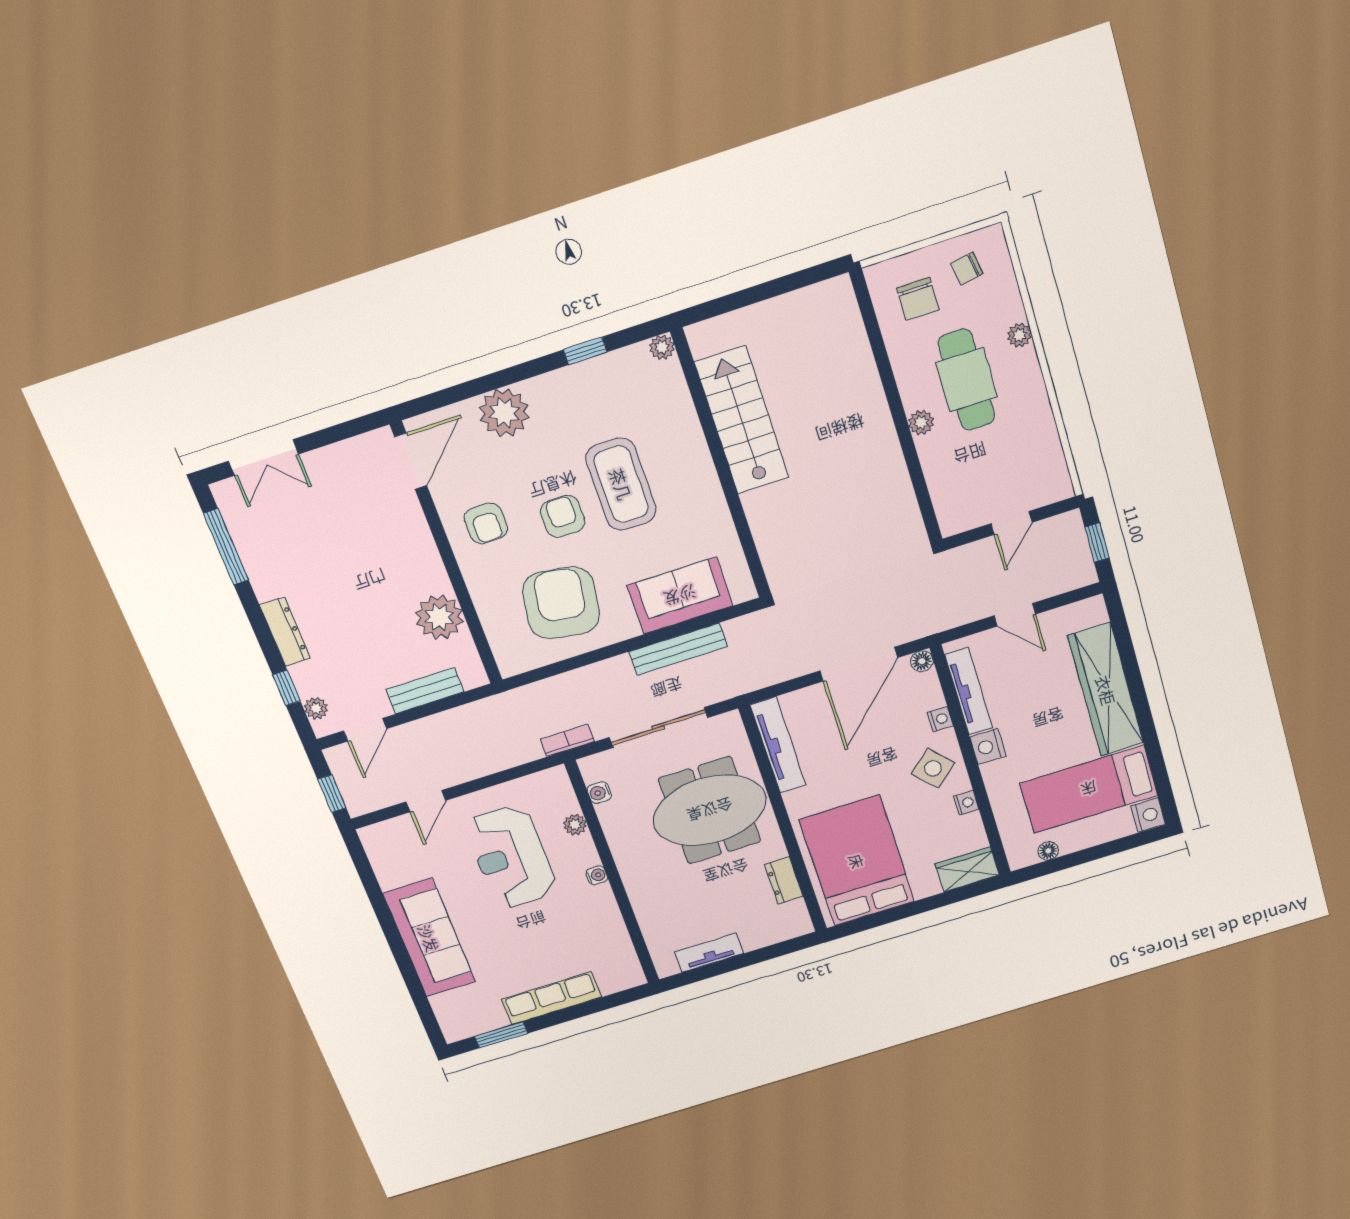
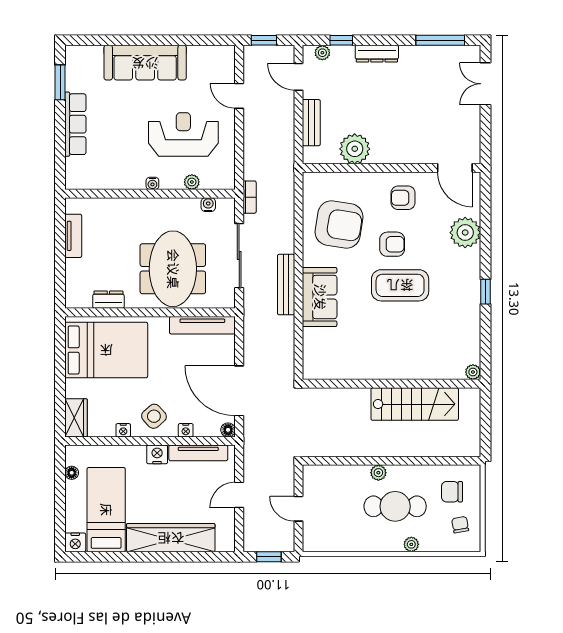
plant: (662, 347) -> (473, 372), moved
stairs: (742, 420) -> (415, 404), moved
wall: (722, 466) -> (392, 384), moved

